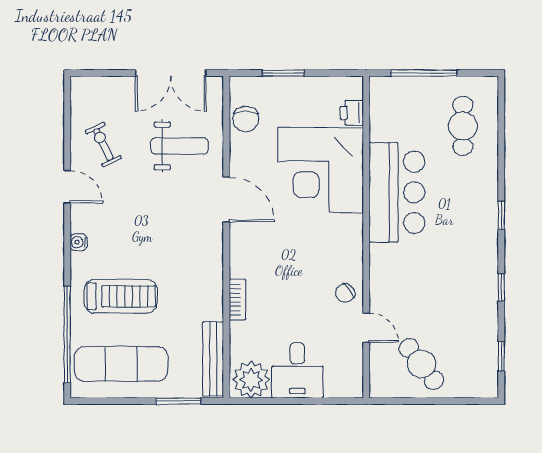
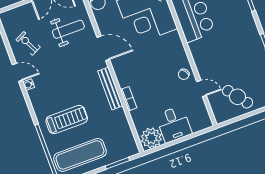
water cooler: (79, 242) -> (29, 85), moved
bench: (213, 359) -> (110, 88), moved

